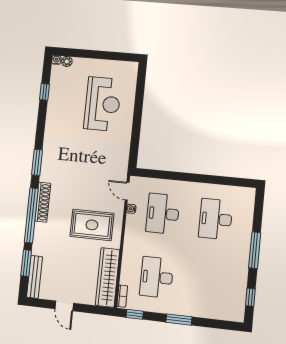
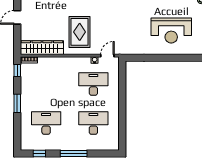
desk: (157, 277) -> (46, 123), moved

